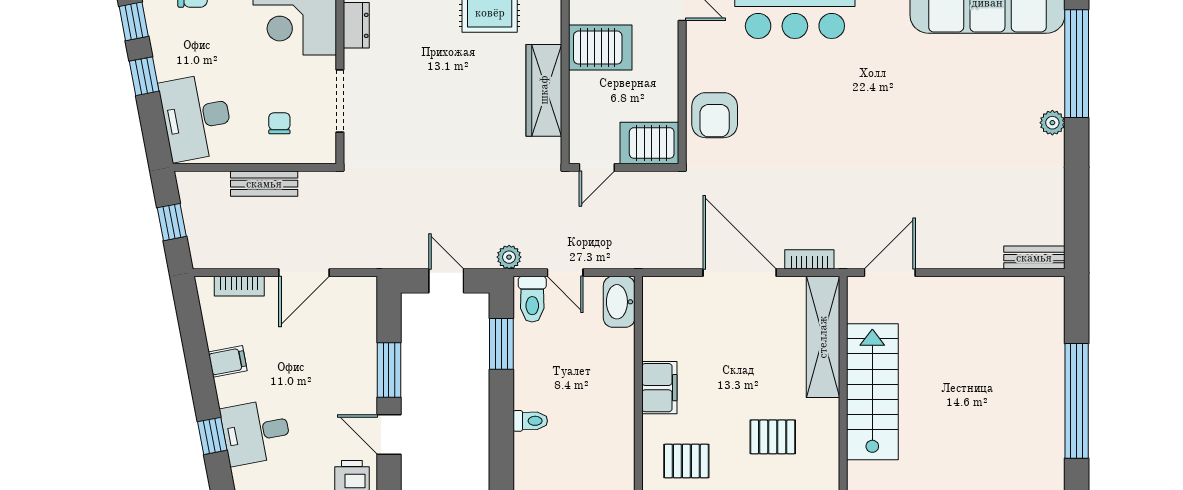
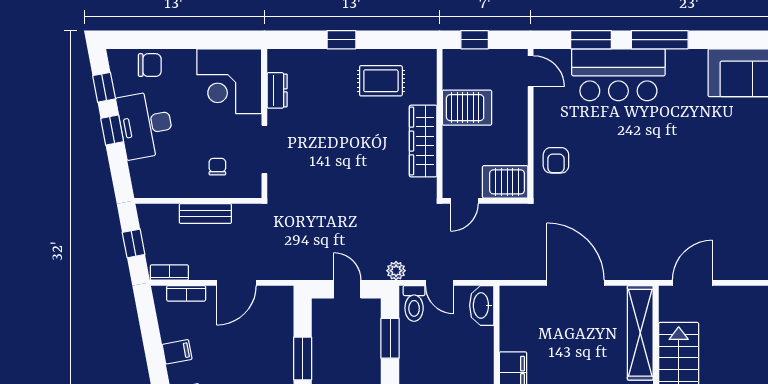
armchair: (715, 115) -> (556, 160), width x0.72, depth x0.72
desk: (196, 117) -> (146, 125), moved
bookcase: (809, 259) -> (169, 272), moved

